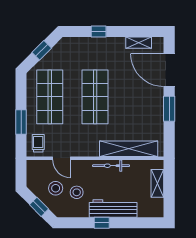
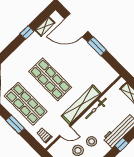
window: (99, 32) -> (27, 32), moved
window: (21, 122) -> (15, 124), moved
shelving: (129, 149) -> (81, 105), moved

